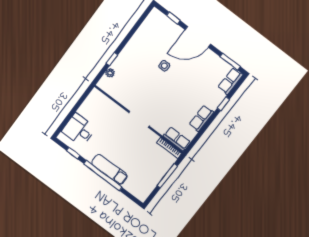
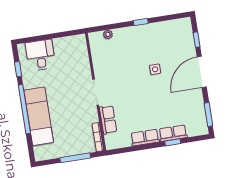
door: (198, 37) -> (202, 72), hinge flipped
window: (112, 59) -> (141, 22), moved
row of seats: (230, 81) -> (173, 133), moved
row of seats: (177, 139) -> (108, 120), moved
exam couch: (109, 170) -> (39, 116), width x1.36, depth x1.45

